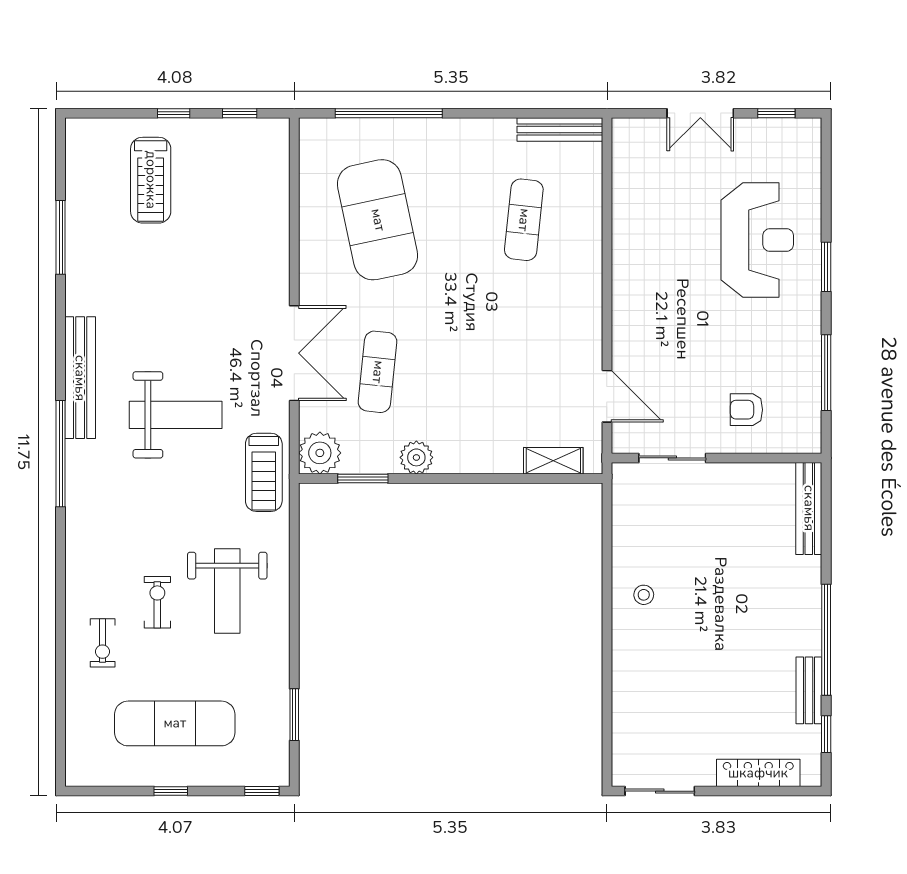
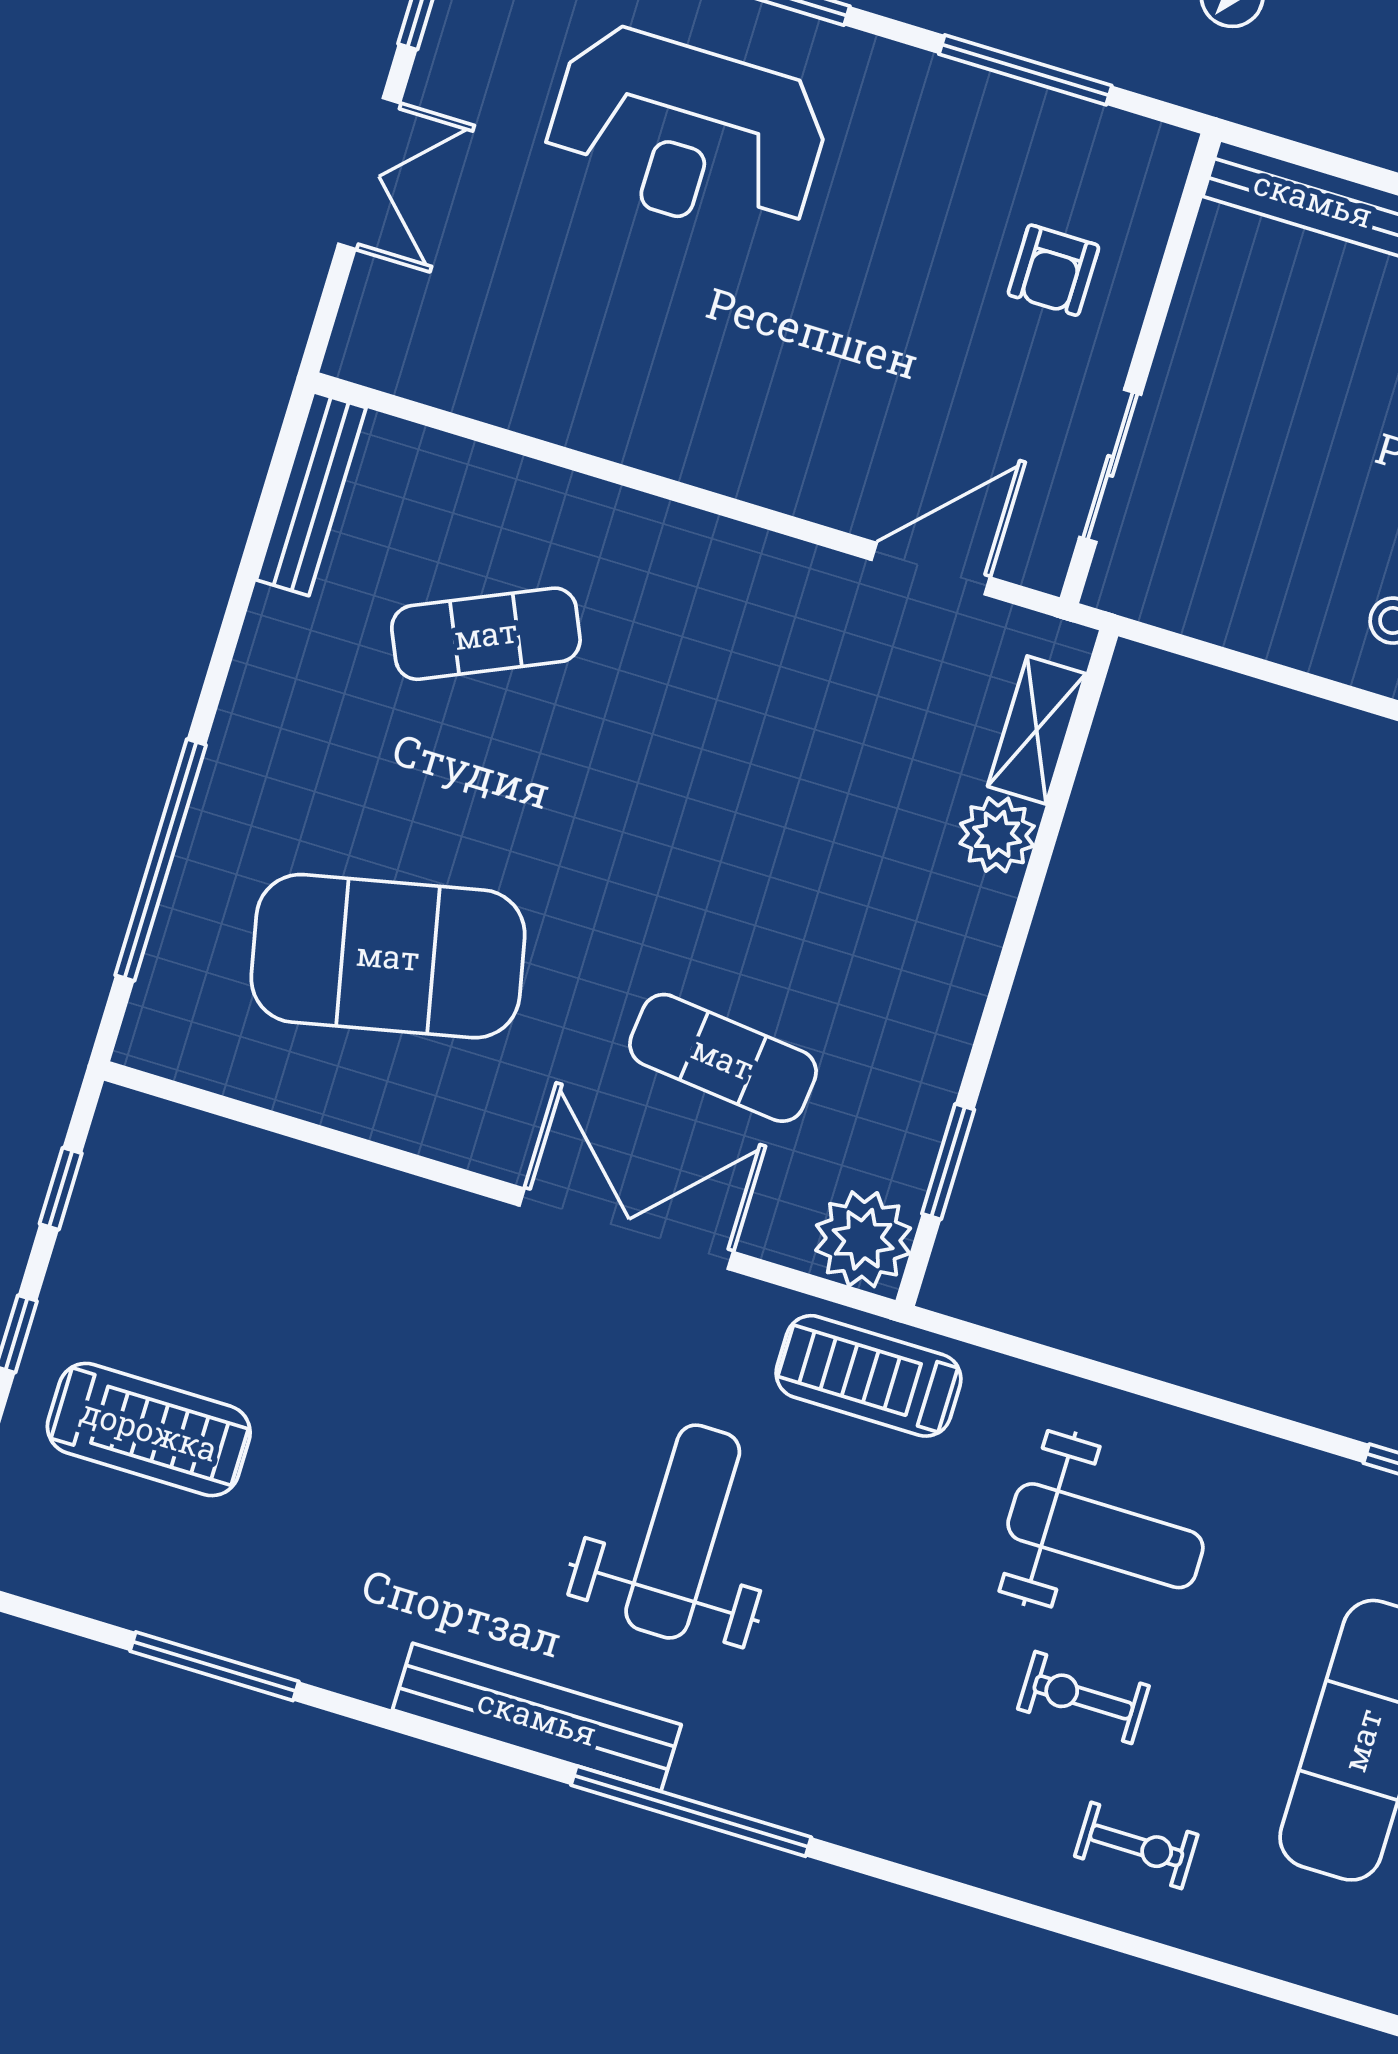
exercise mat: (524, 220) -> (486, 634), turned -30
reception desk: (757, 240) -> (687, 133), turned 180
plant: (416, 457) -> (997, 835), moved
treadmill: (264, 472) -> (868, 1376), turned 180

